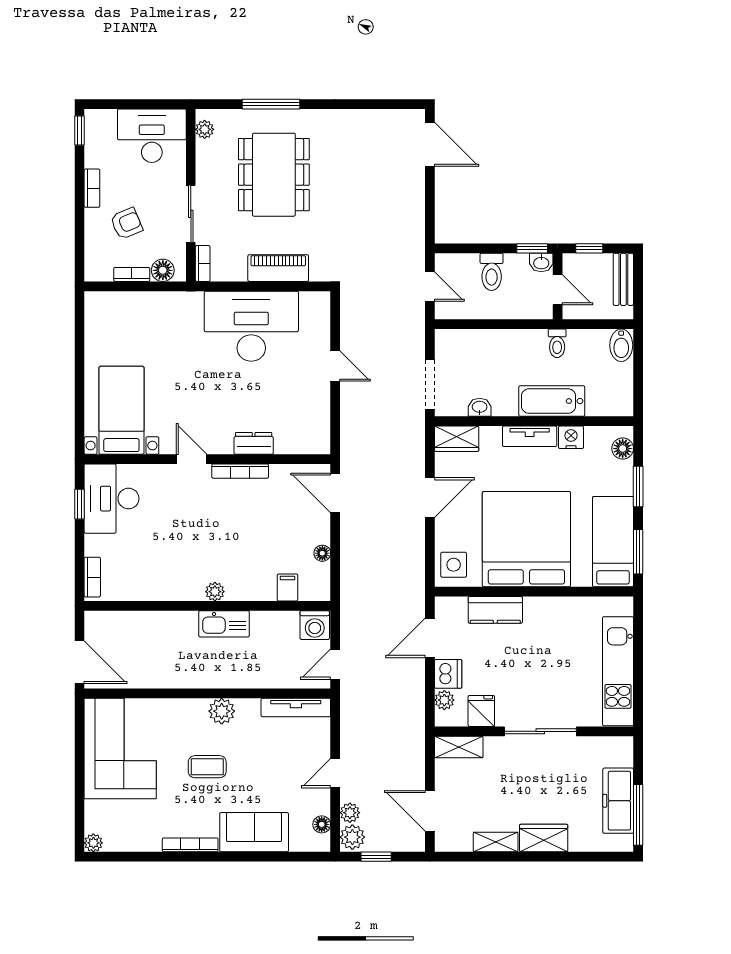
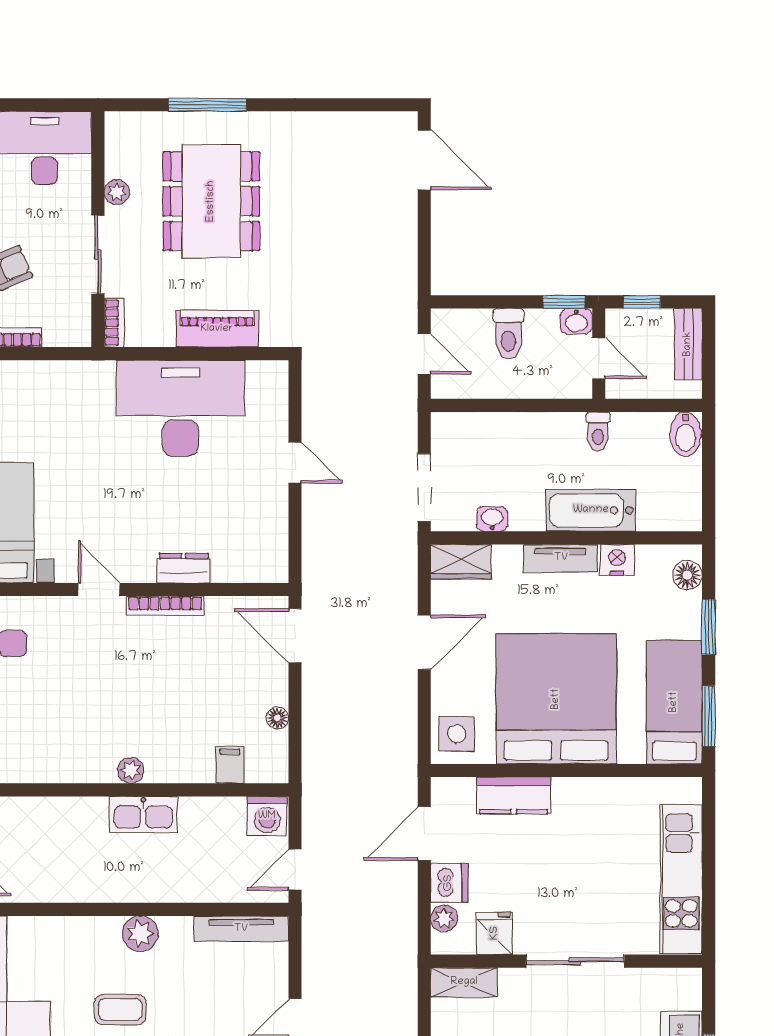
plant: (205, 129) -> (117, 192), moved
floor lamp: (163, 270) -> (60, 332), removed

